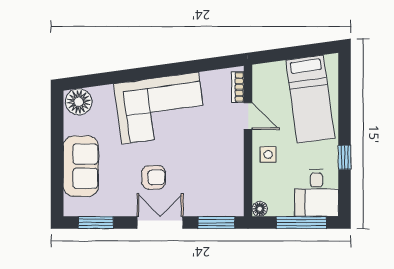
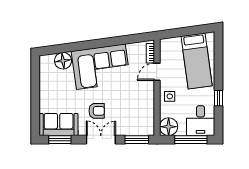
floor lamp: (79, 102) -> (63, 61), moved
door: (248, 116) -> (157, 72), swing flipped
sofa: (81, 166) -> (59, 125), moved, turned -90
floor lamp: (260, 209) -> (169, 127), width x1.89, depth x1.89

